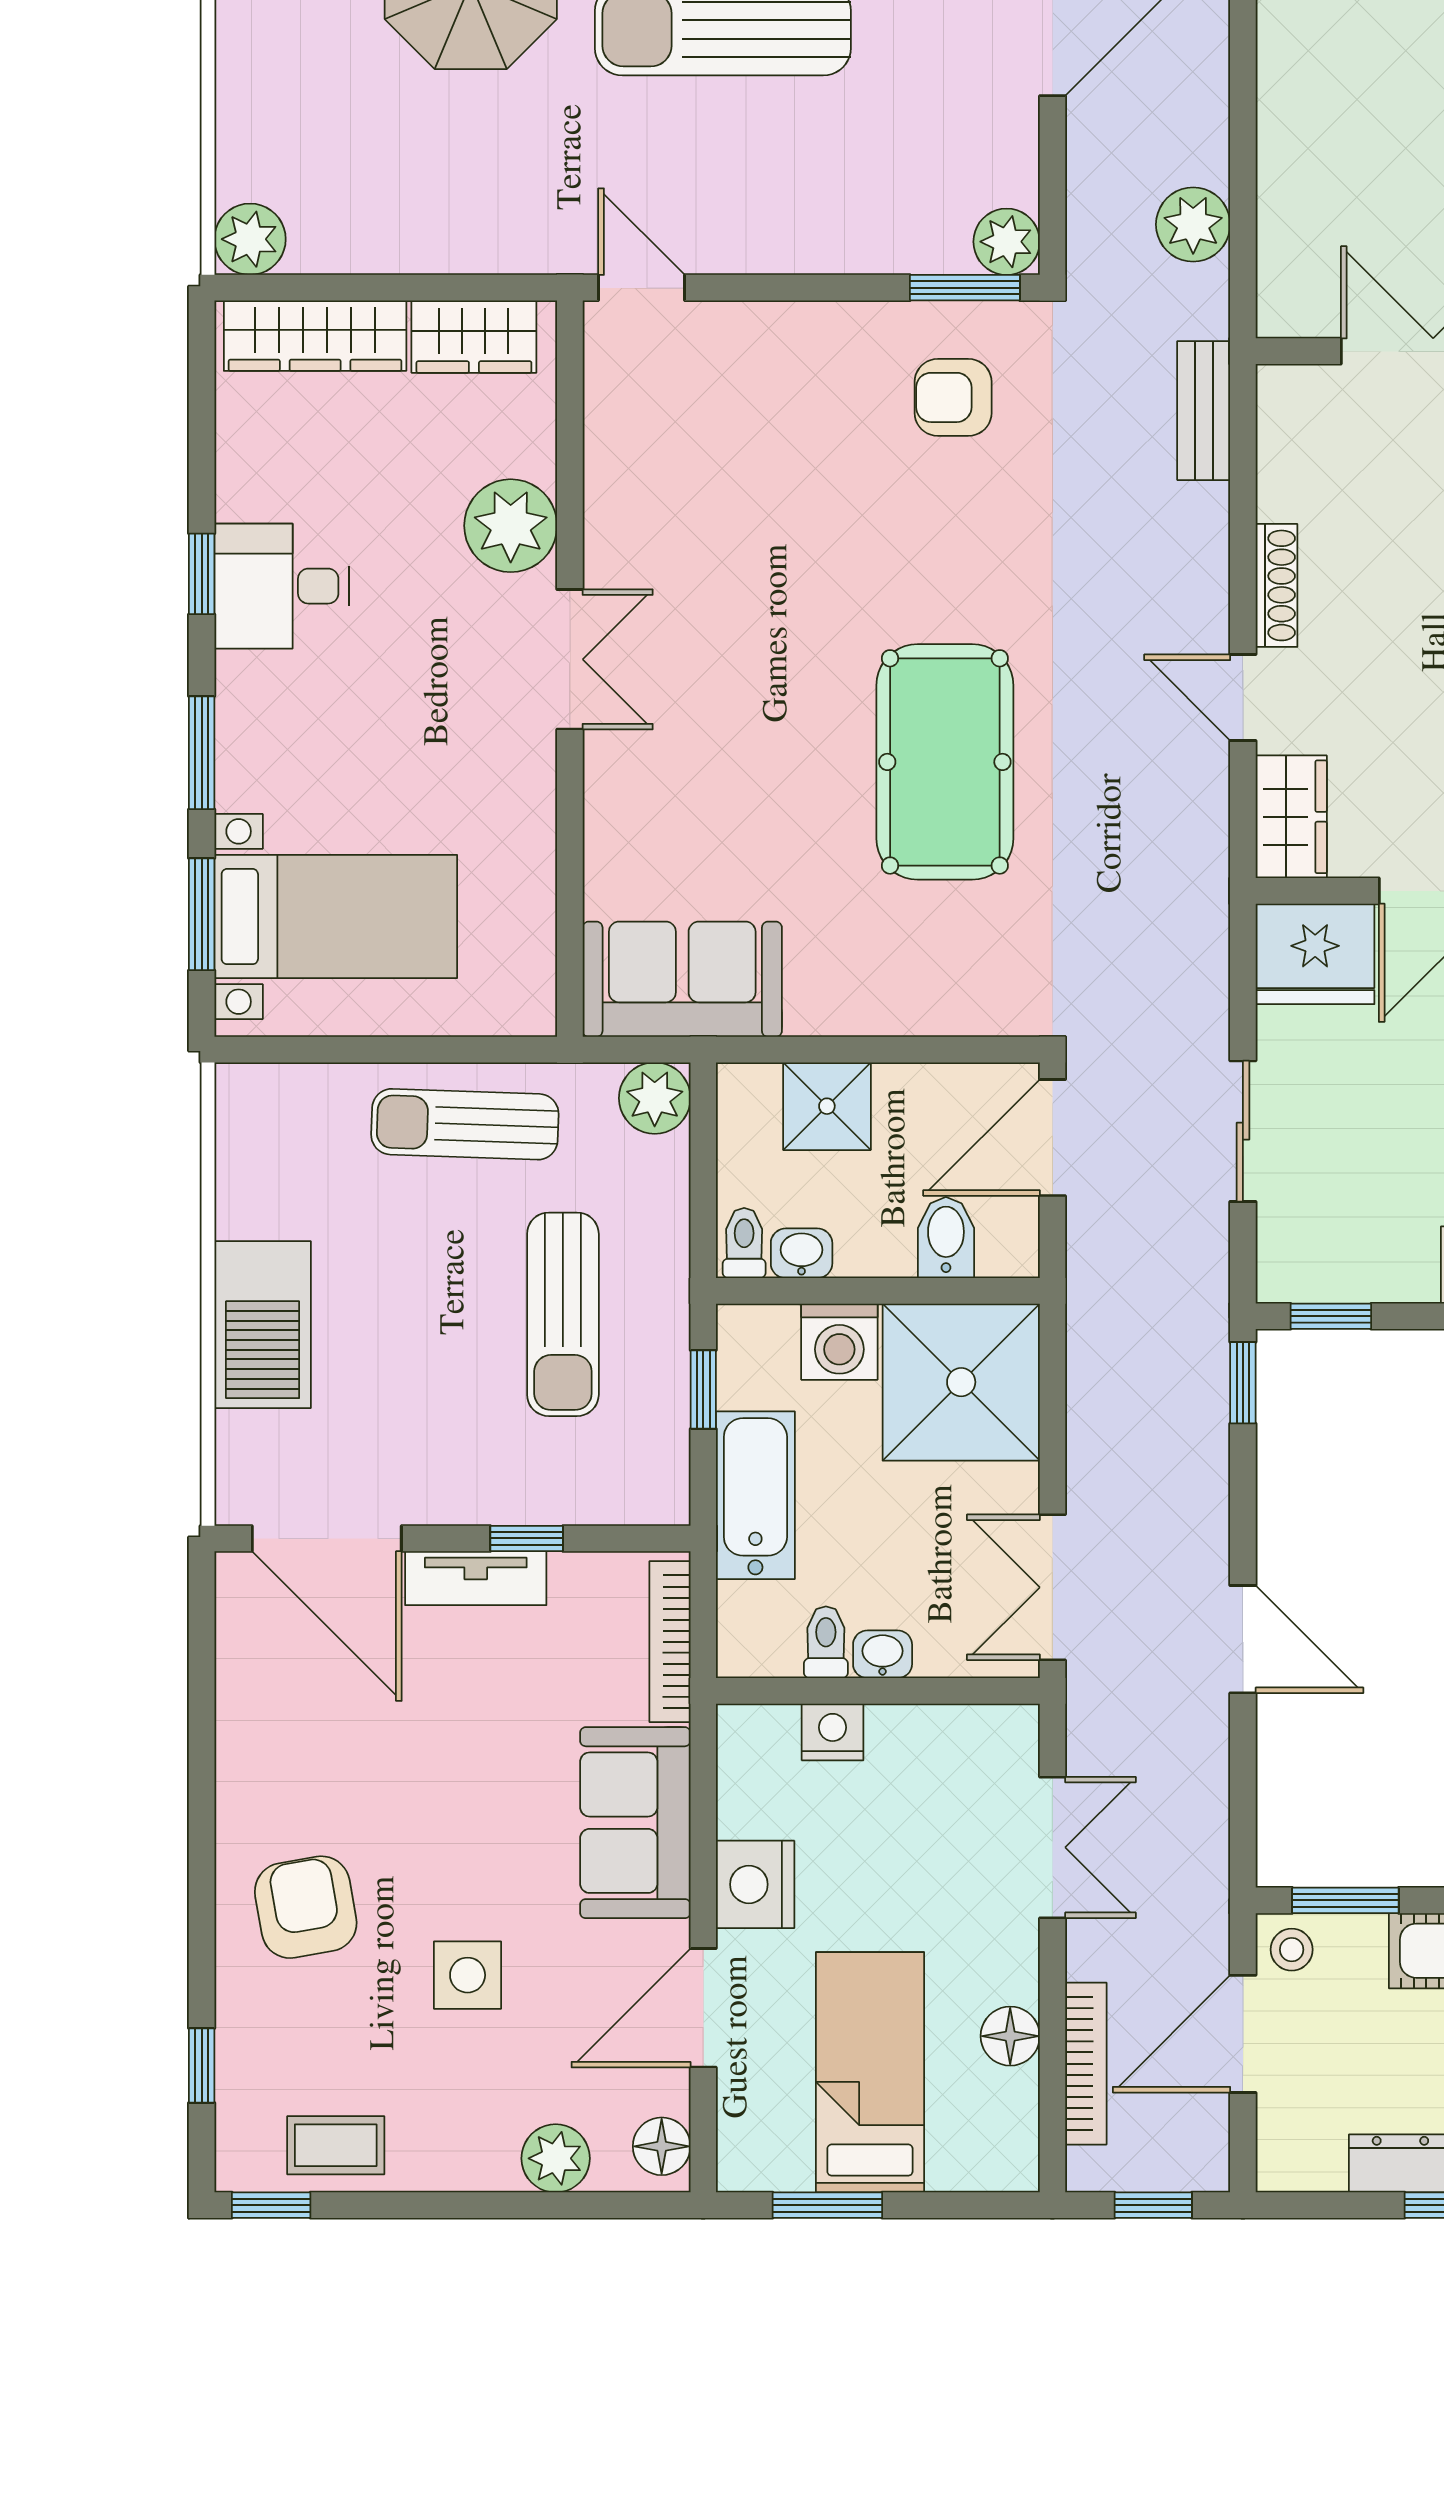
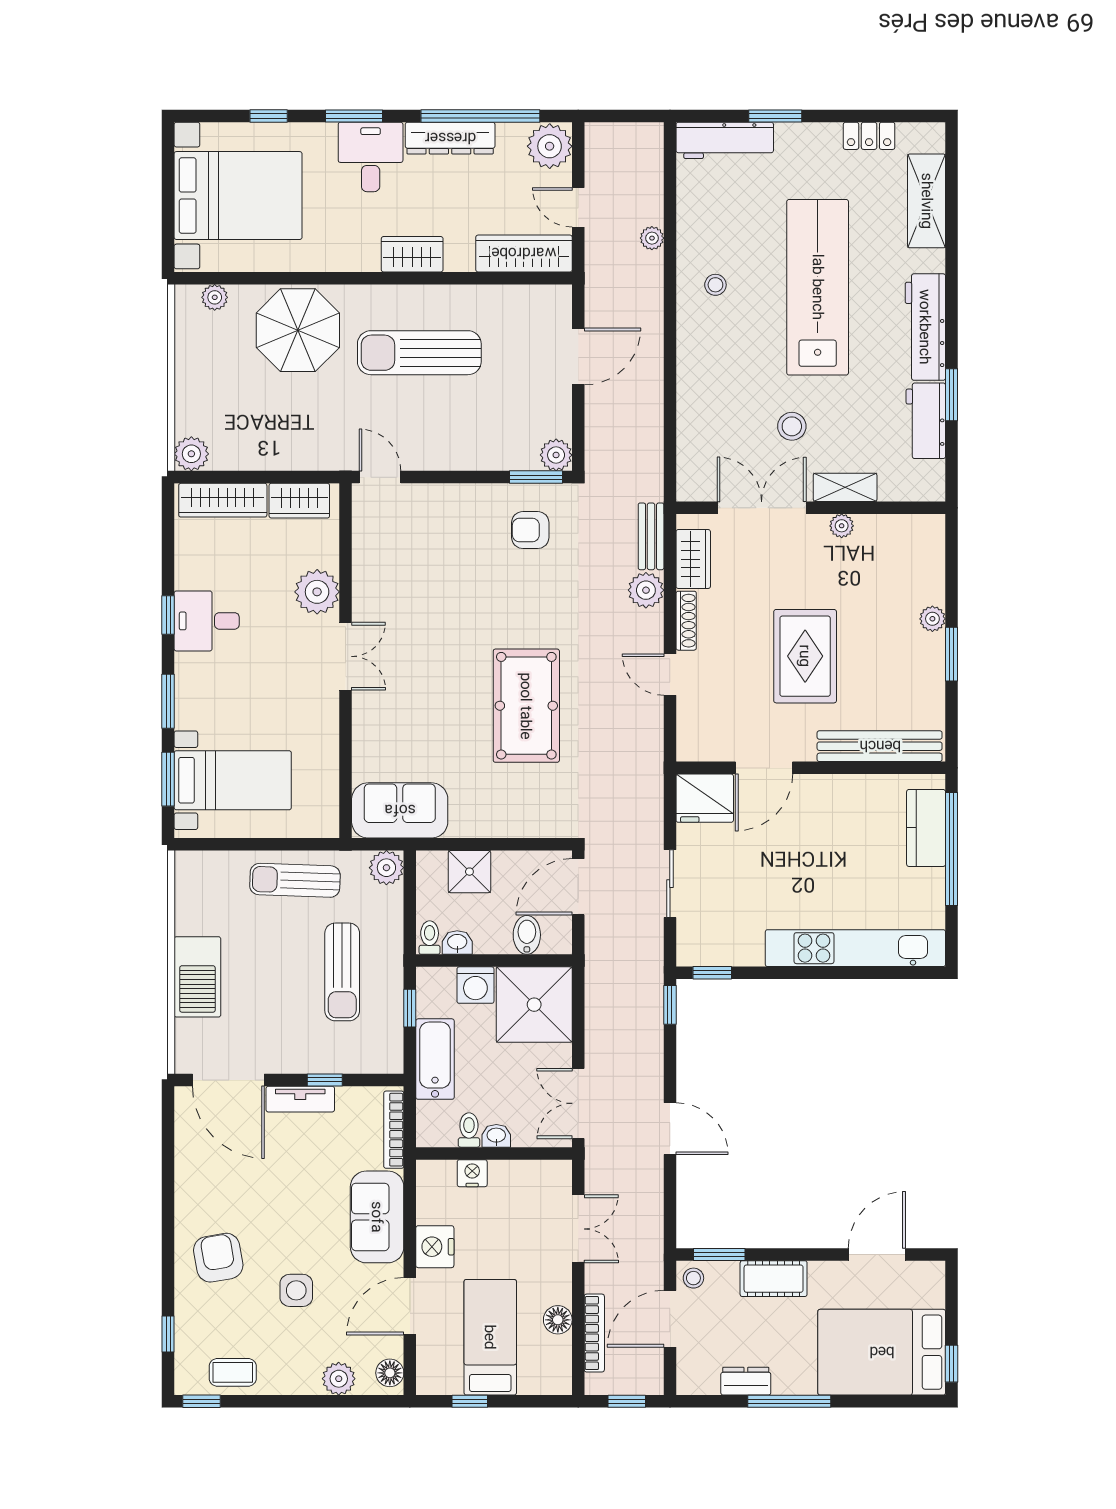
plant: (1193, 224) -> (646, 590), moved
wardrobe: (1291, 817) -> (693, 559), moved
window: (827, 2205) -> (470, 1401), width x0.67

